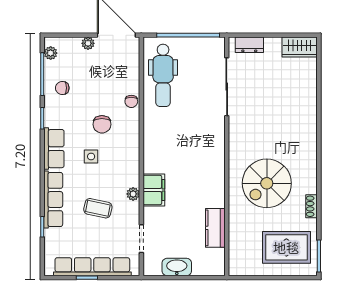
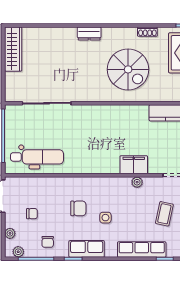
plant: (88, 43) -> (10, 233), moved
dresser: (249, 45) -> (89, 34), moved, turned 90
wardrobe: (300, 47) -> (13, 49), width x1.50
chair: (131, 101) -> (32, 214), moved
row of seats: (54, 149) -> (87, 249), moved
coffee table: (98, 208) -> (164, 214), moved

